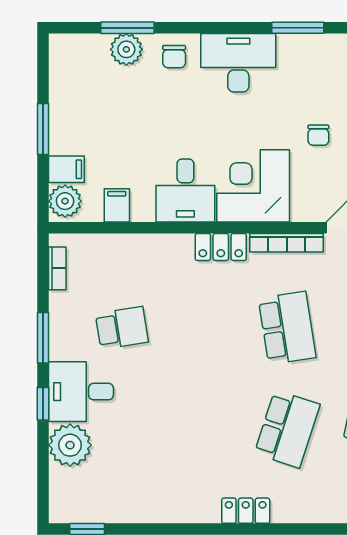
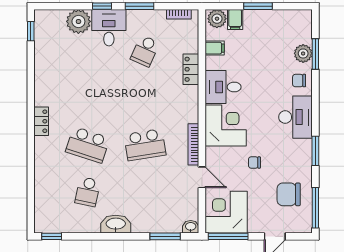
locker: (221, 247) -> (191, 69), moved
school desk: (122, 328) -> (145, 51), turned 33

